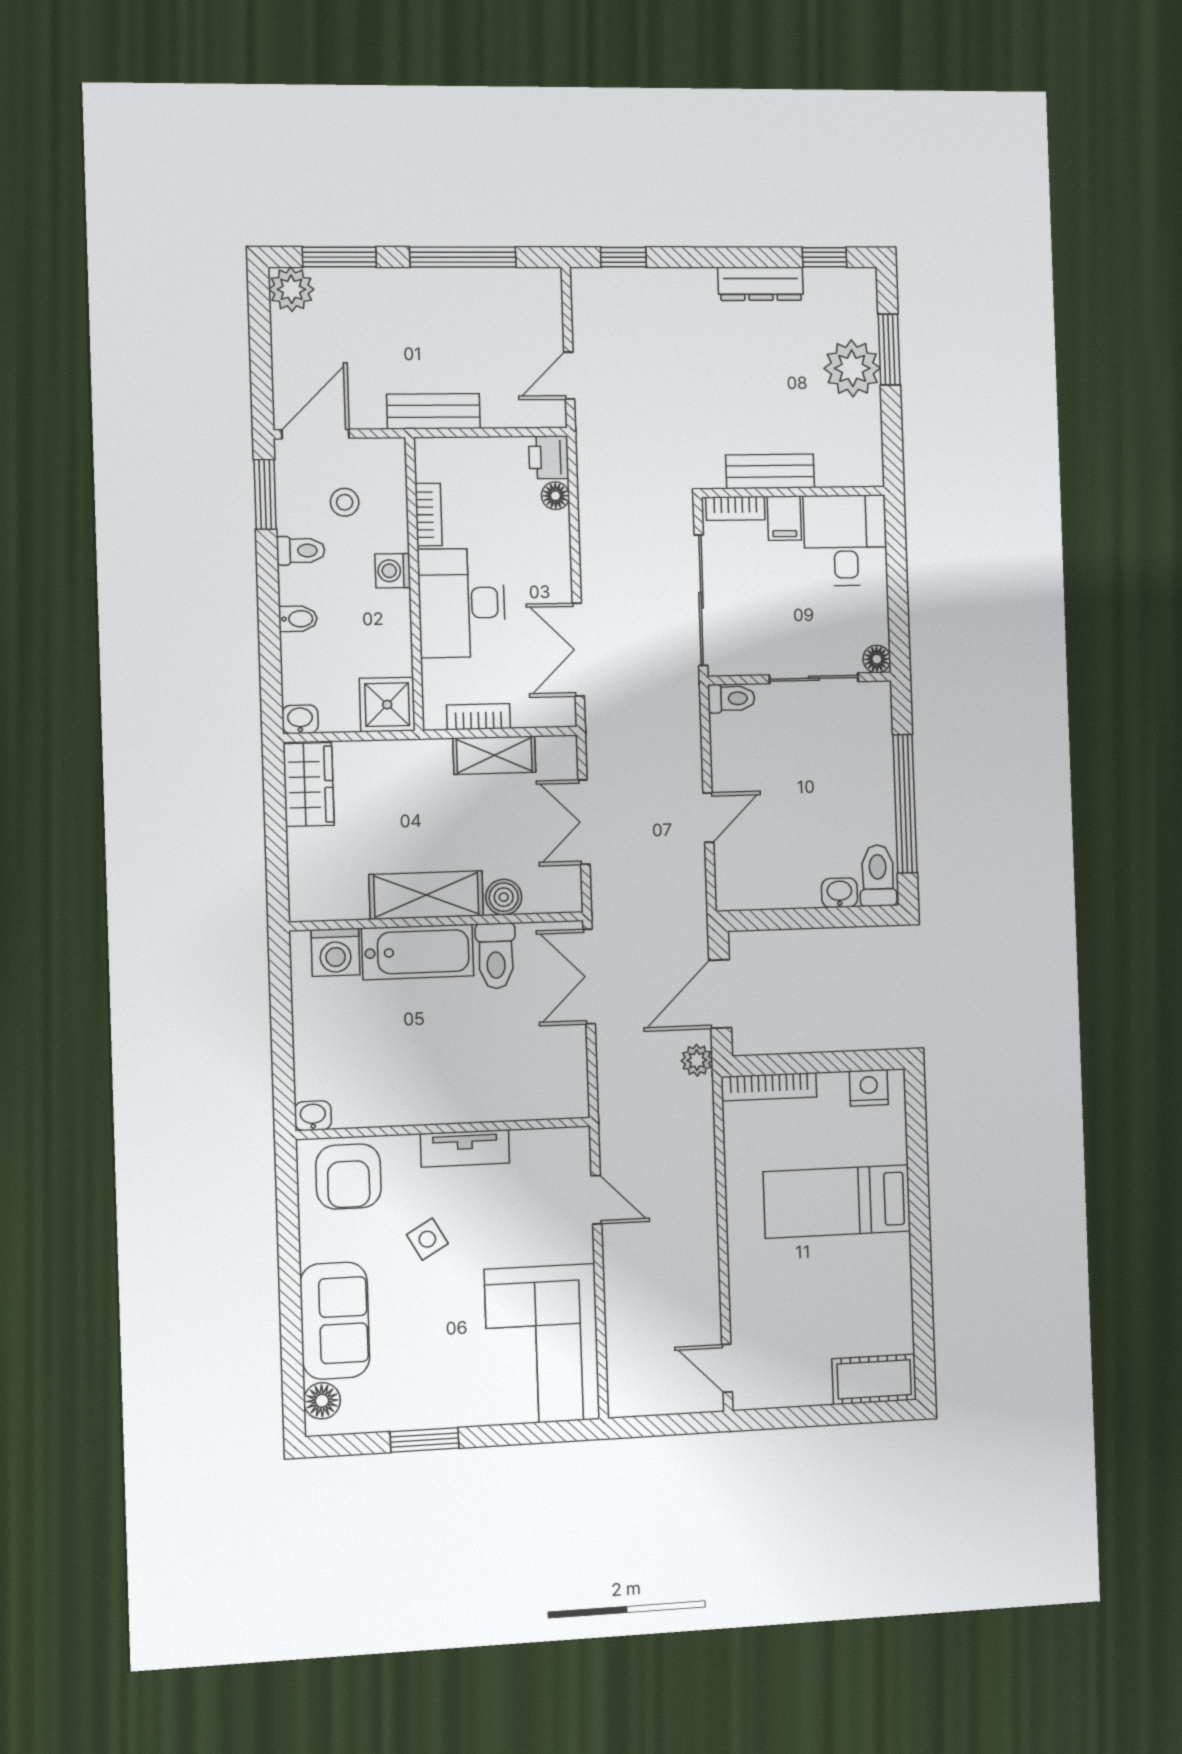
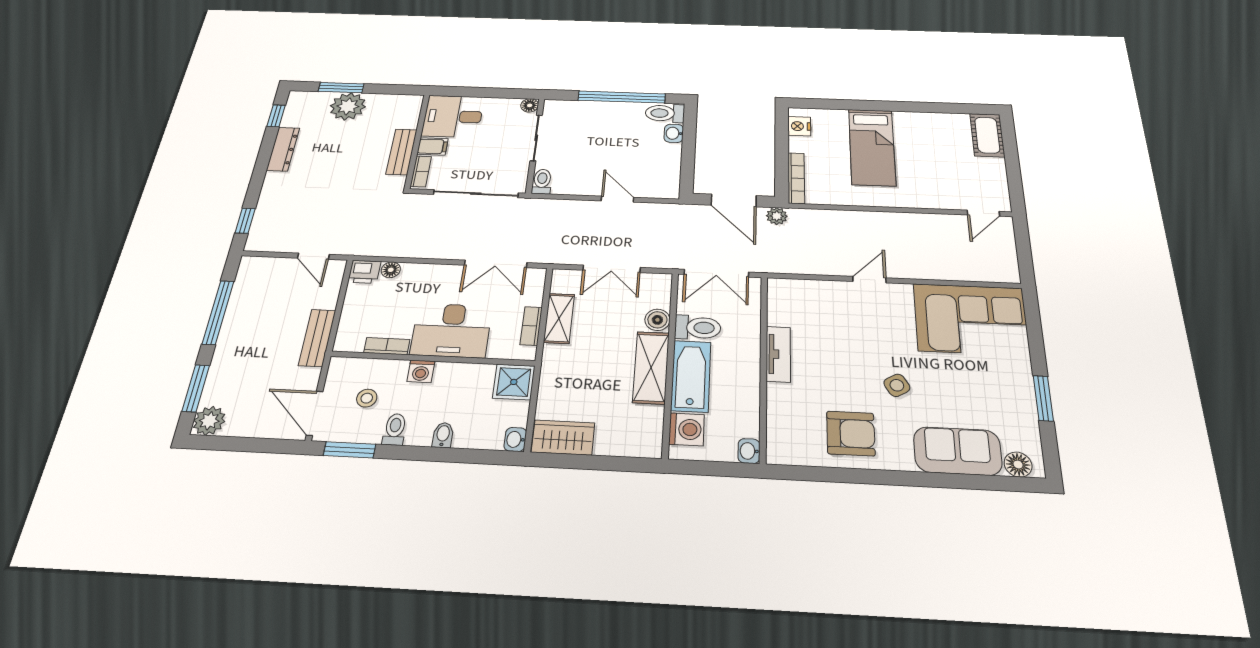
washbasin: (313, 1116) -> (749, 451), moved
wall: (444, 1128) -> (763, 366), moved
tv unit: (465, 1148) -> (778, 354), moved

